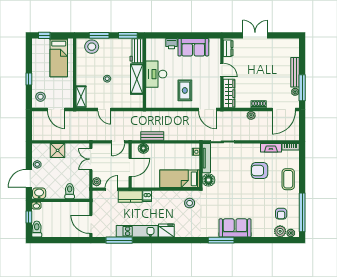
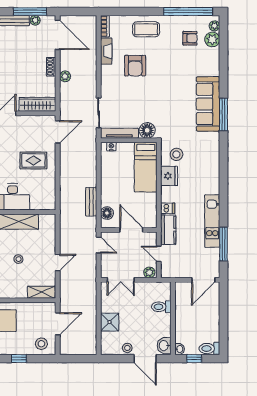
sofa: (235, 228) -> (208, 104), width x1.36
fridge: (166, 230) -> (169, 176), moved, turned 180

